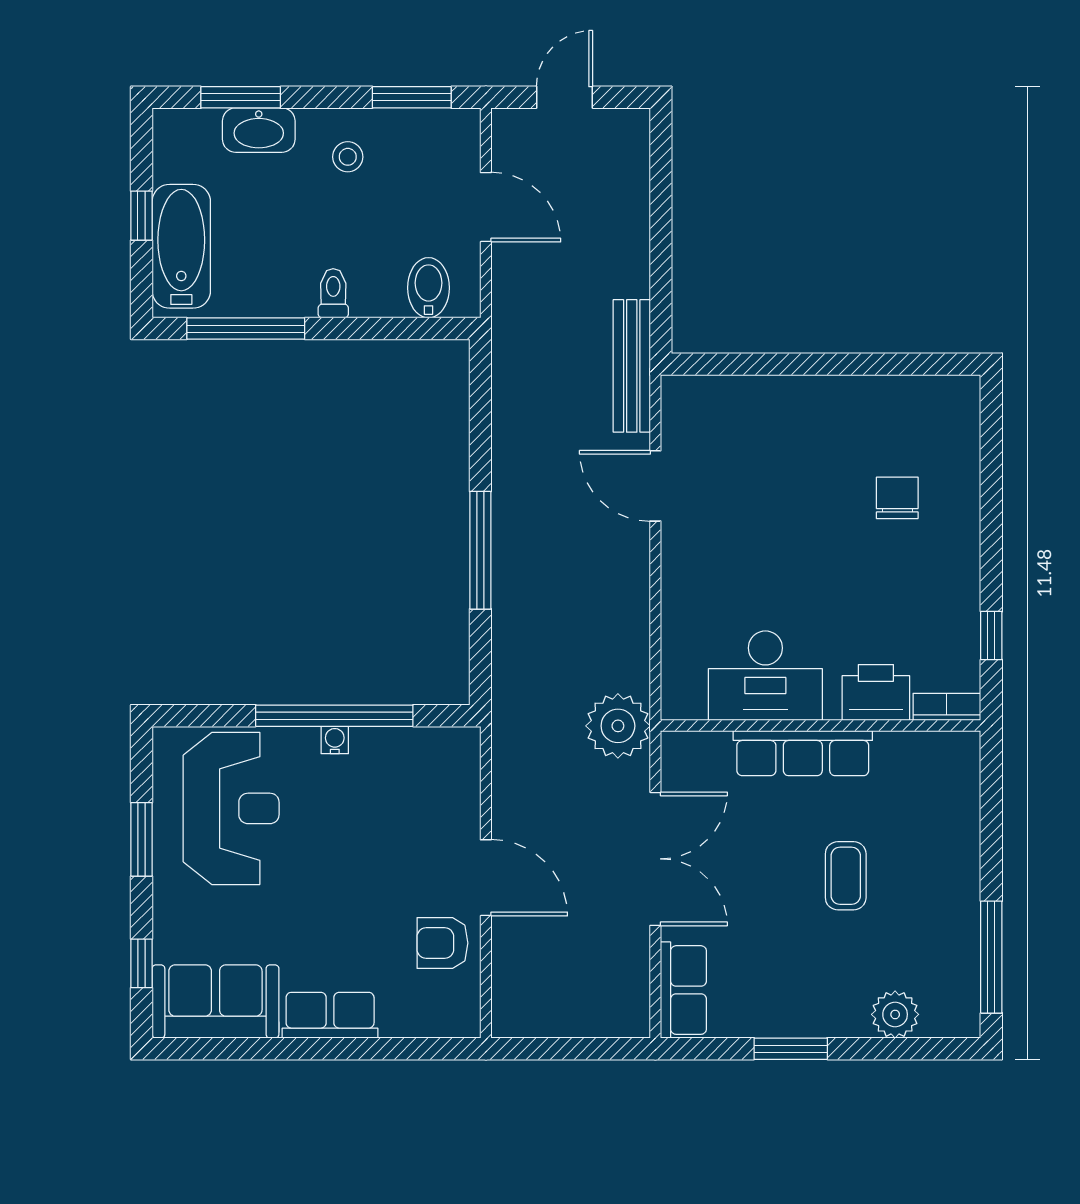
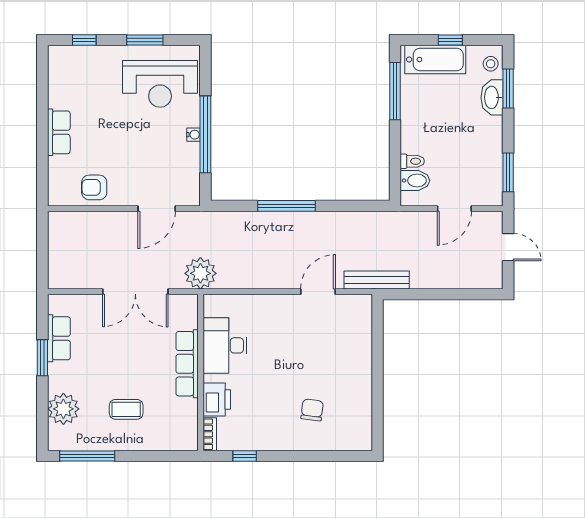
stool: (348, 157) -> (491, 64), moved
toilet: (333, 293) -> (412, 161), moved
chair: (897, 498) -> (312, 410), turned -83
coffee table: (846, 876) -> (126, 409), moved
door: (486, 878) -> (157, 209), moved
armchair: (443, 943) -> (94, 187), turned -90
row of seats: (683, 990) -> (59, 338), moved, turned -90
sofa: (215, 1001) -> (66, 76), removed
plant: (895, 1014) -> (63, 409), width x1.36, depth x1.36

